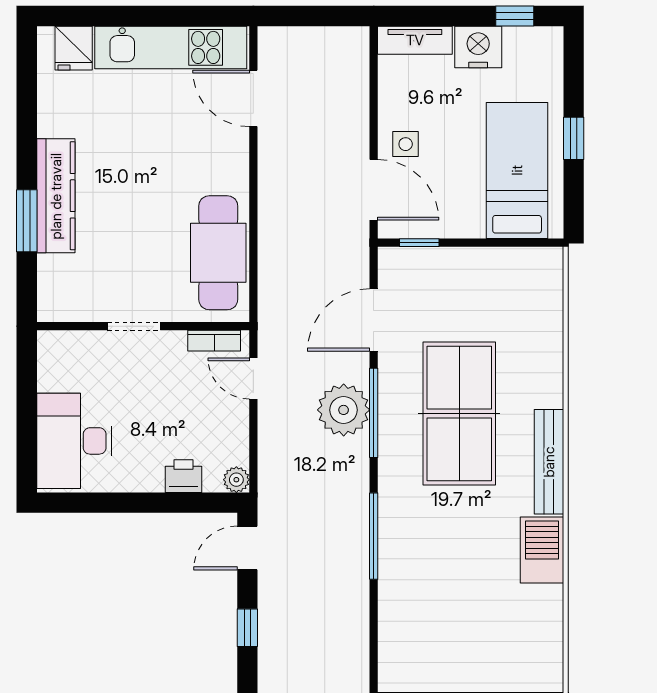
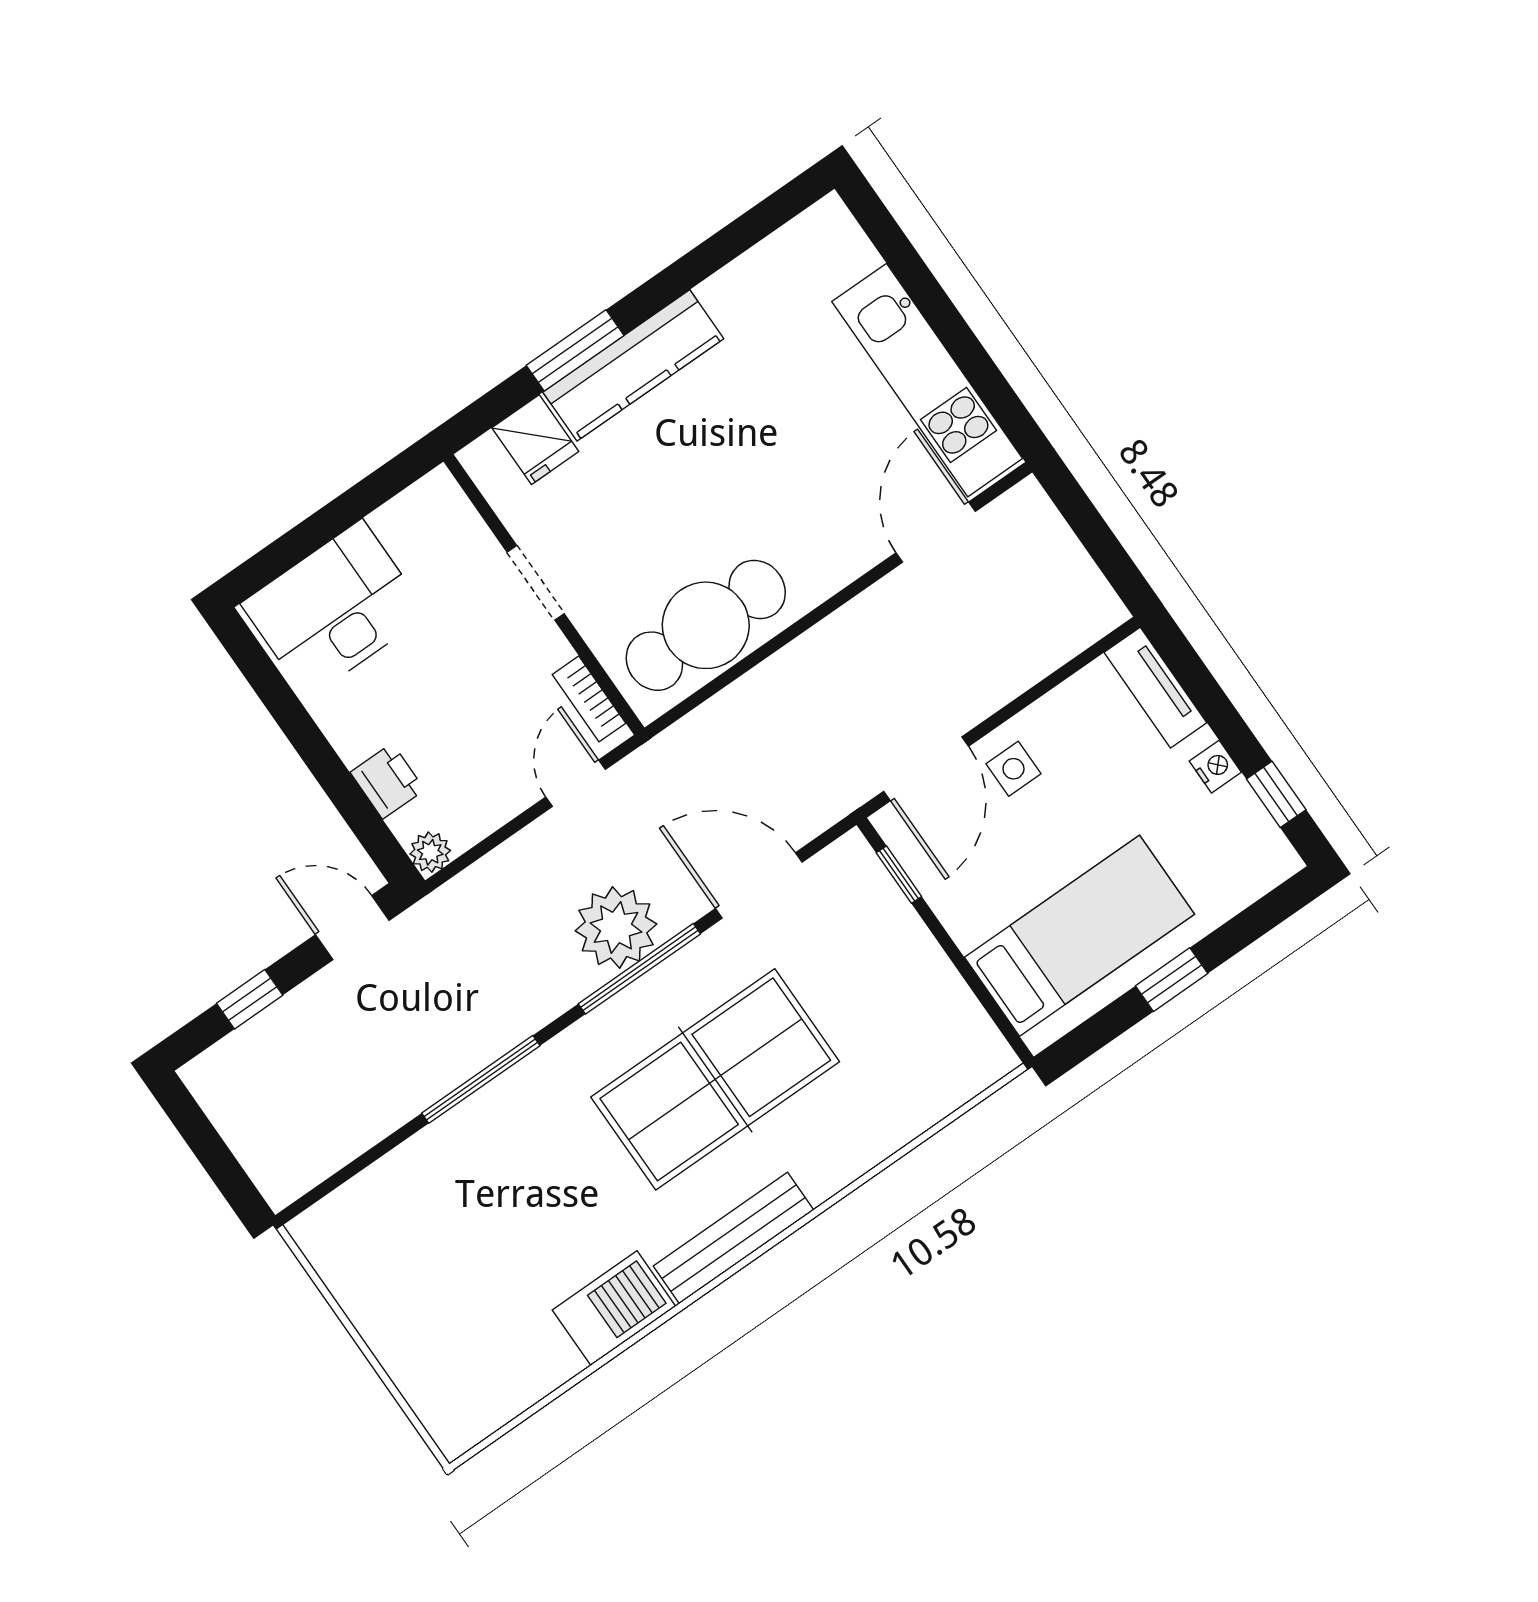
nightstand: (478, 47) -> (1215, 767), width x0.53, depth x0.56
fridge: (74, 48) -> (535, 440), moved, turned -90

